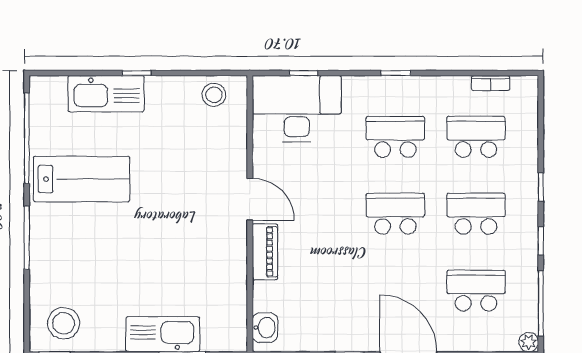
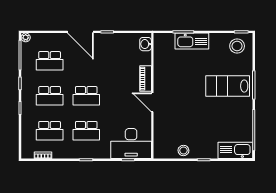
kitchen sink: (106, 94) -> (235, 150), moved
stool: (214, 95) -> (183, 150), moved
lab bench: (82, 179) -> (228, 86), moved

